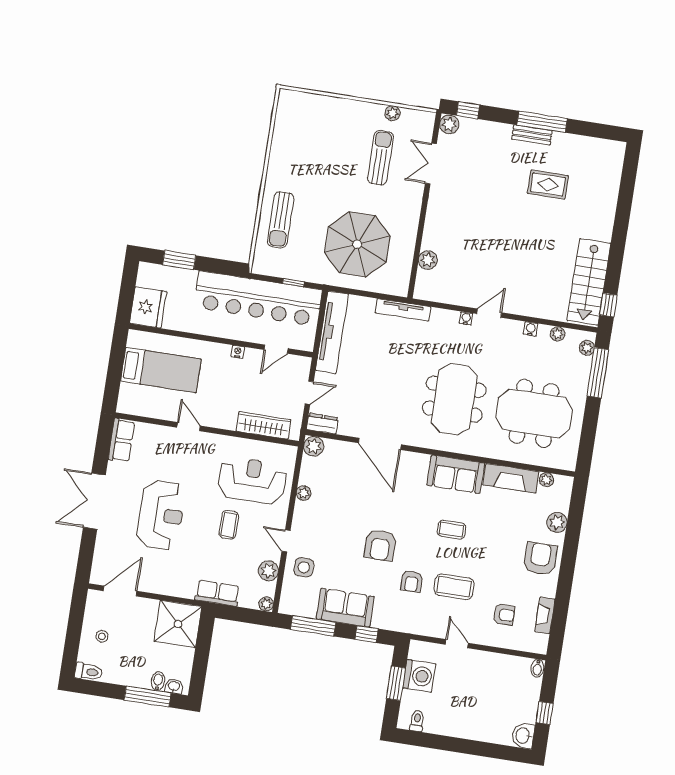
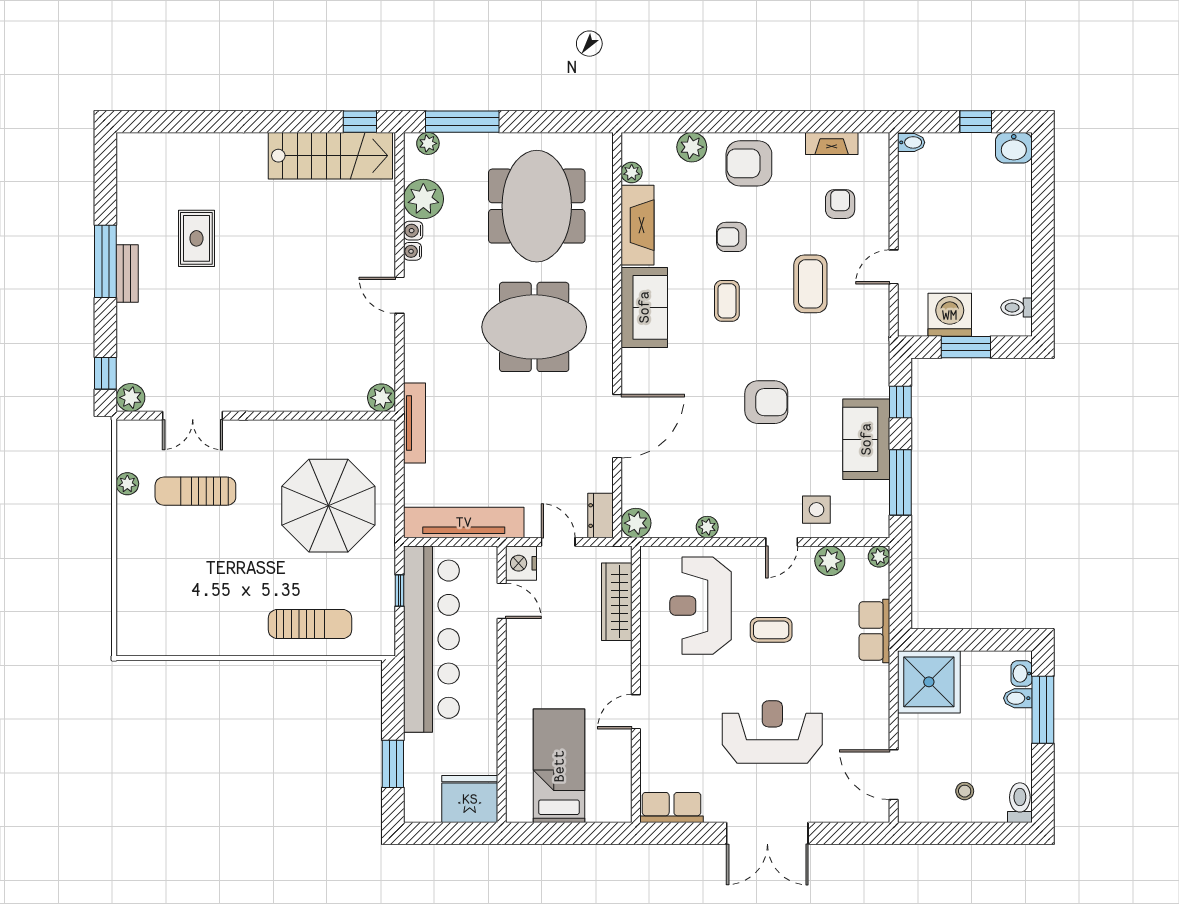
plant: (428, 260) -> (382, 398), moved
water cooler: (466, 318) -> (412, 251), moved
plant: (558, 334) -> (423, 199), width x1.87, depth x1.87
nightstand: (238, 352) -> (521, 563), moved, width x1.89, depth x1.79
armchair: (412, 581) -> (731, 237), moved, turned 180

